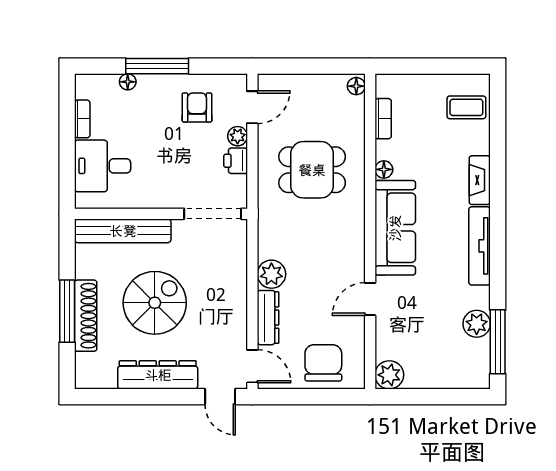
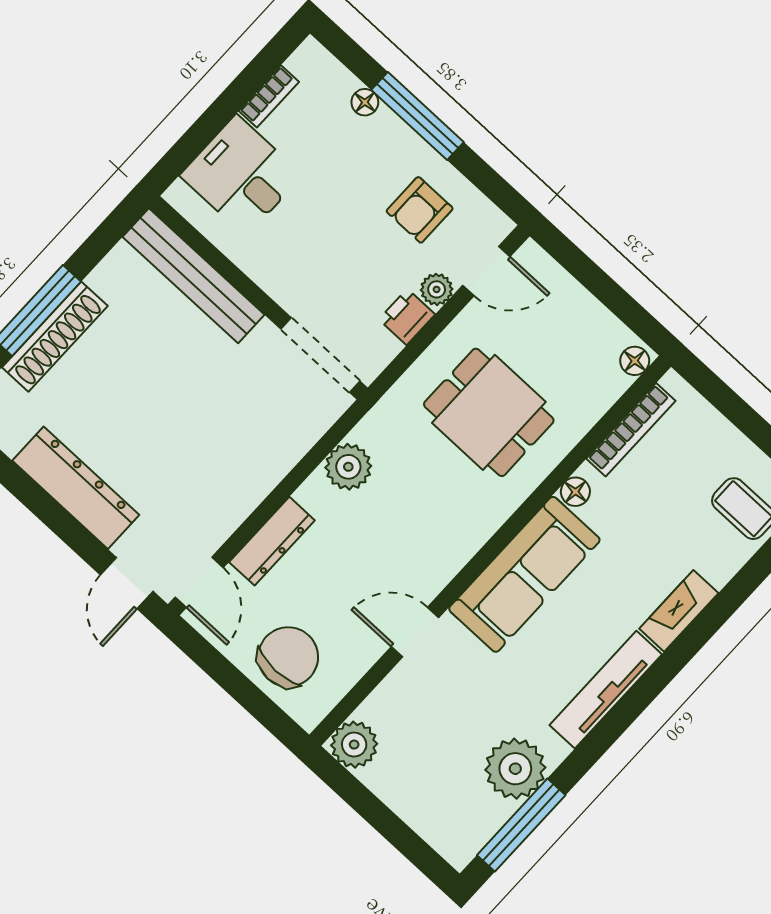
armchair: (197, 107) -> (420, 210), turned 180
bookcase: (383, 119) -> (631, 430), width x1.56
plant: (271, 274) -> (348, 467), moved
spiral stairs: (155, 303) -> (152, 398), removed
plant: (477, 324) -> (515, 769), width x1.36, depth x1.36

